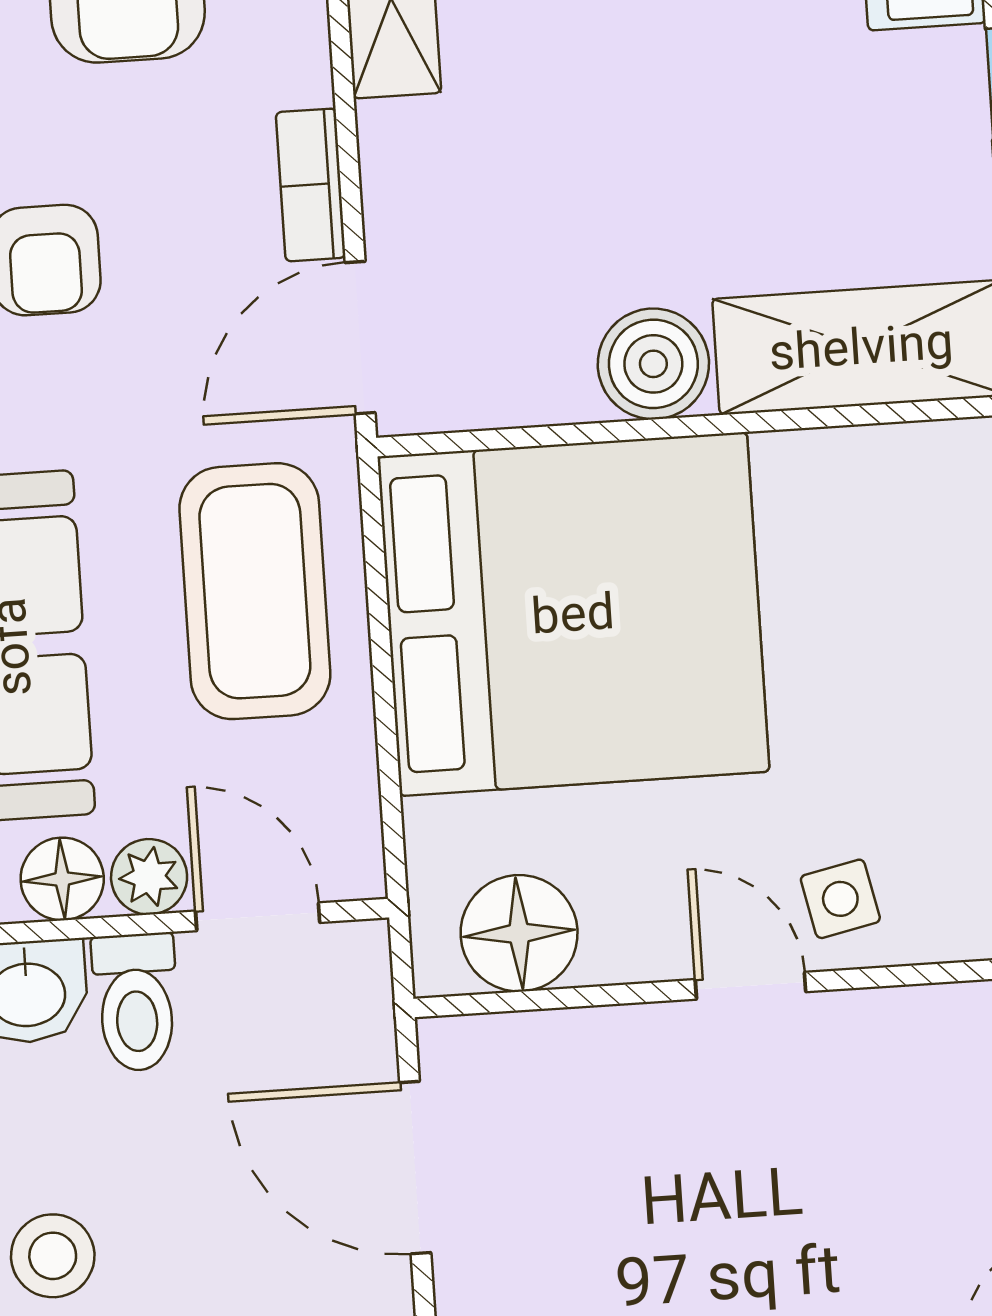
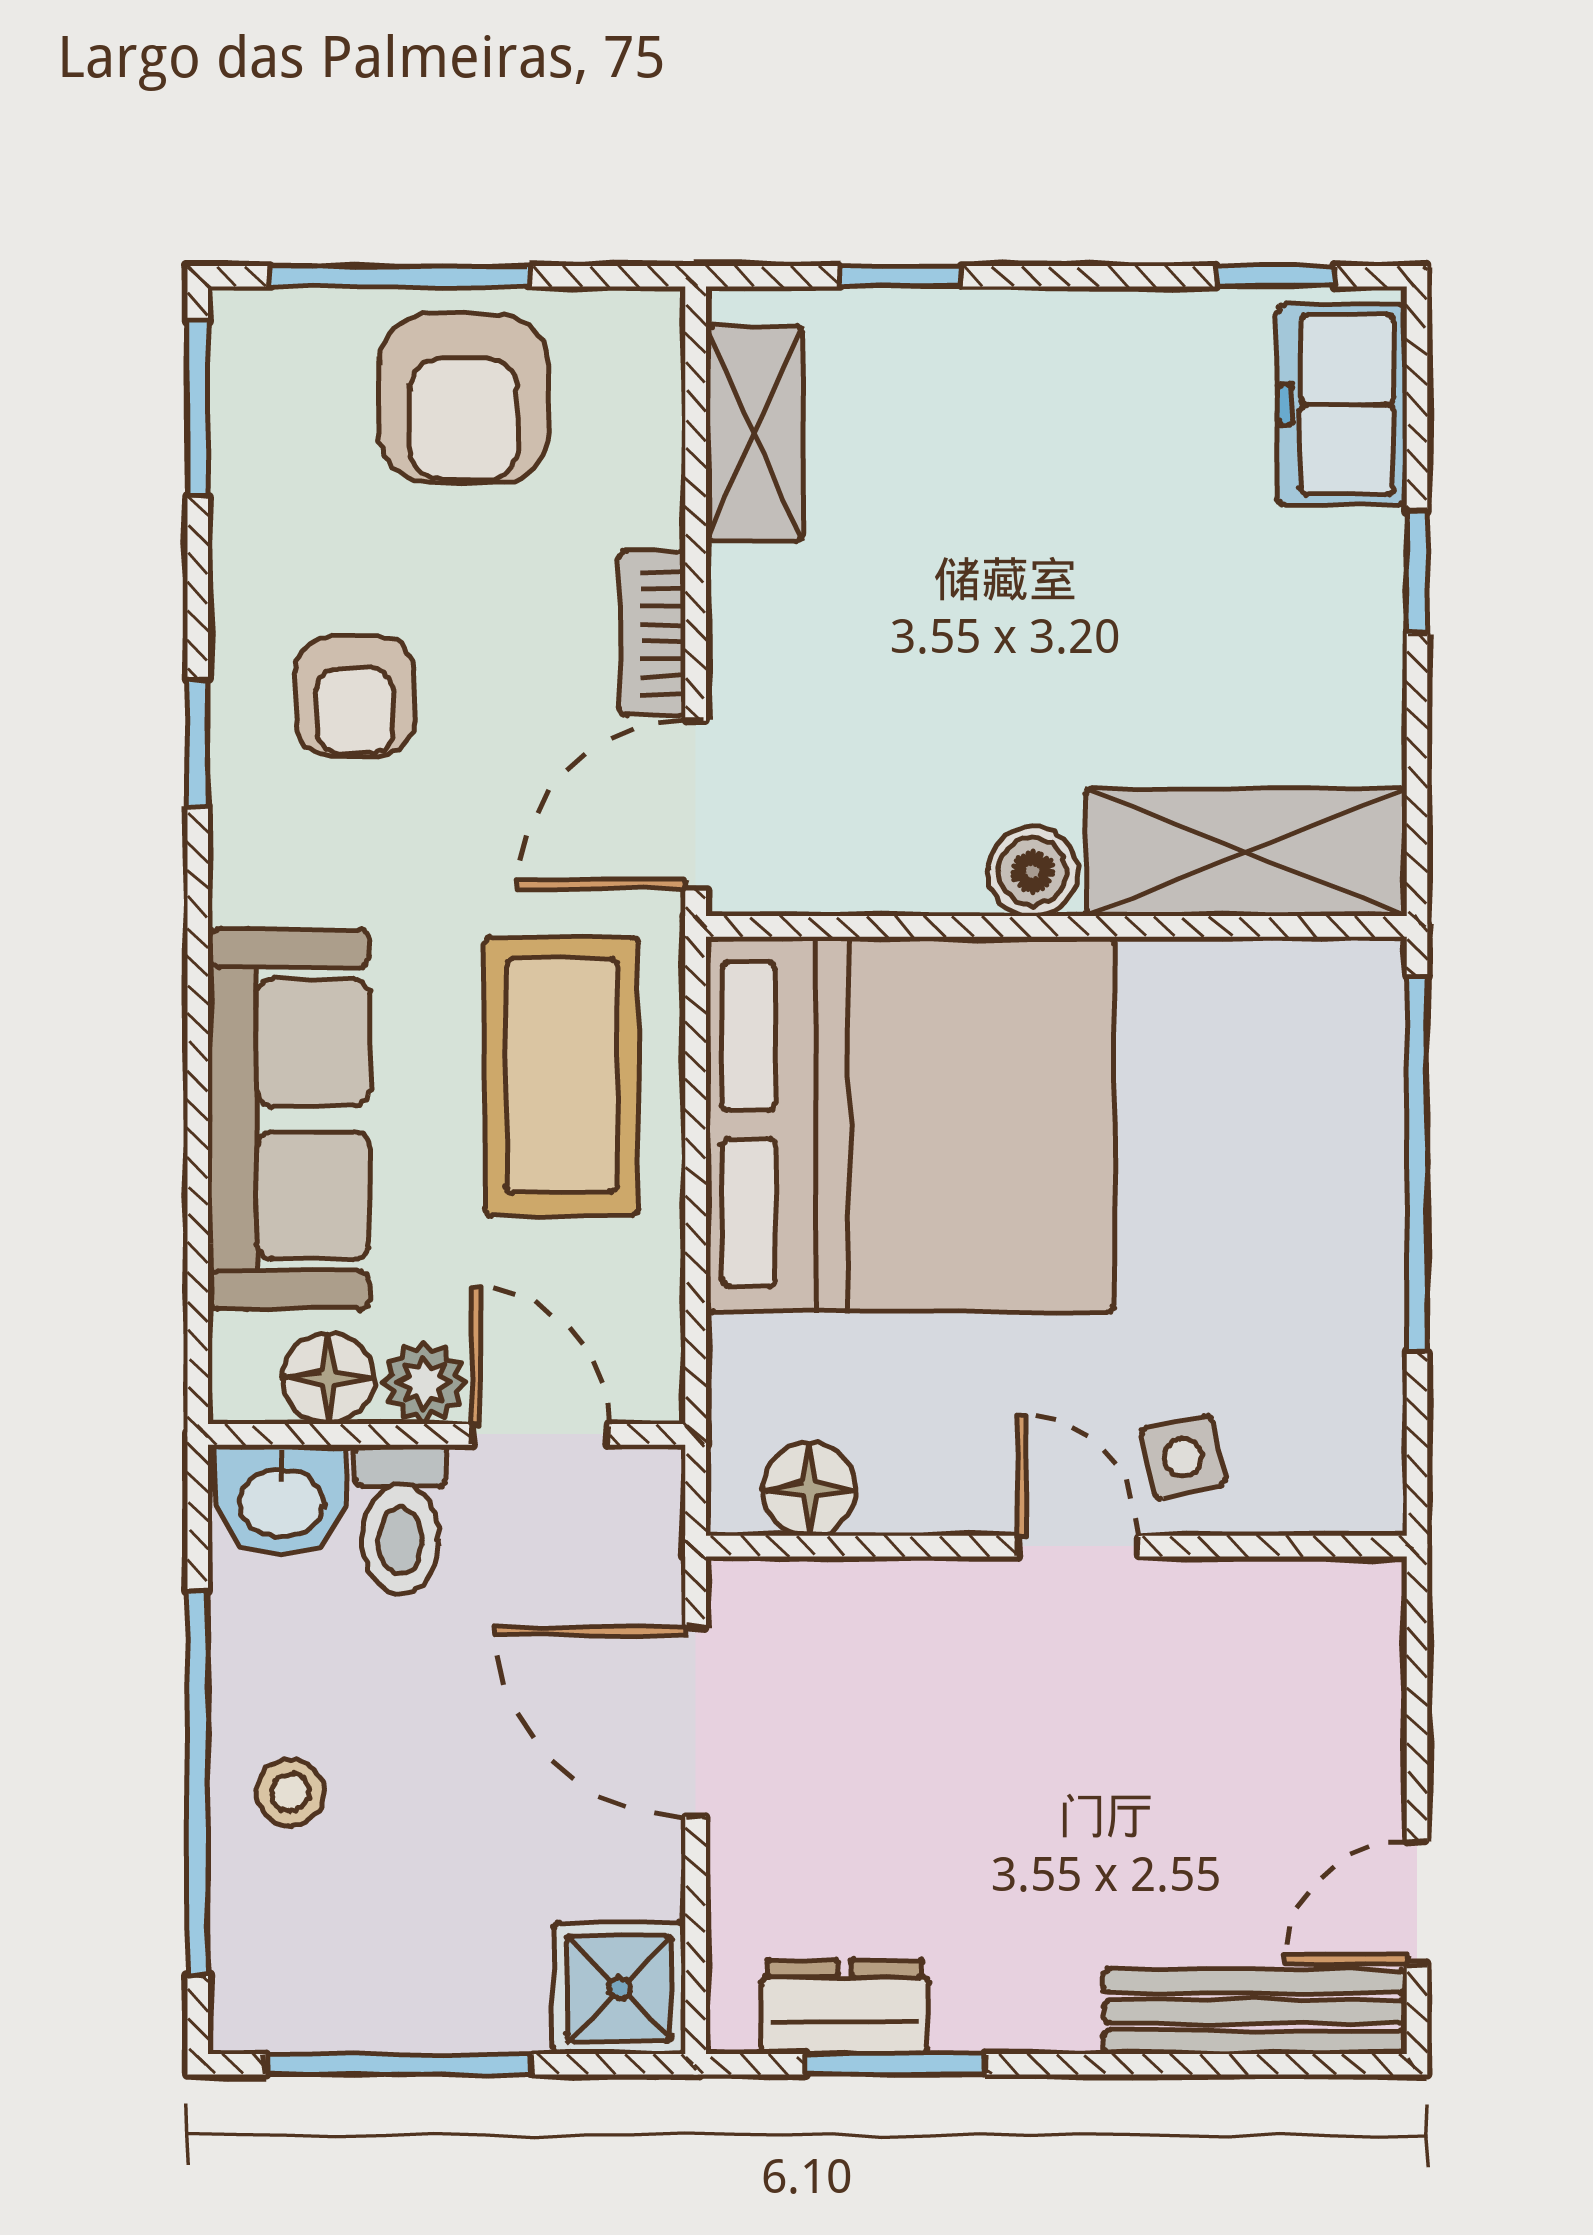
boiler: (653, 364) -> (1033, 871), width x0.73, depth x0.73
floor lamp: (519, 933) -> (809, 1489), width x0.73, depth x0.73
stool: (53, 1256) -> (290, 1792), width x0.73, depth x0.73

